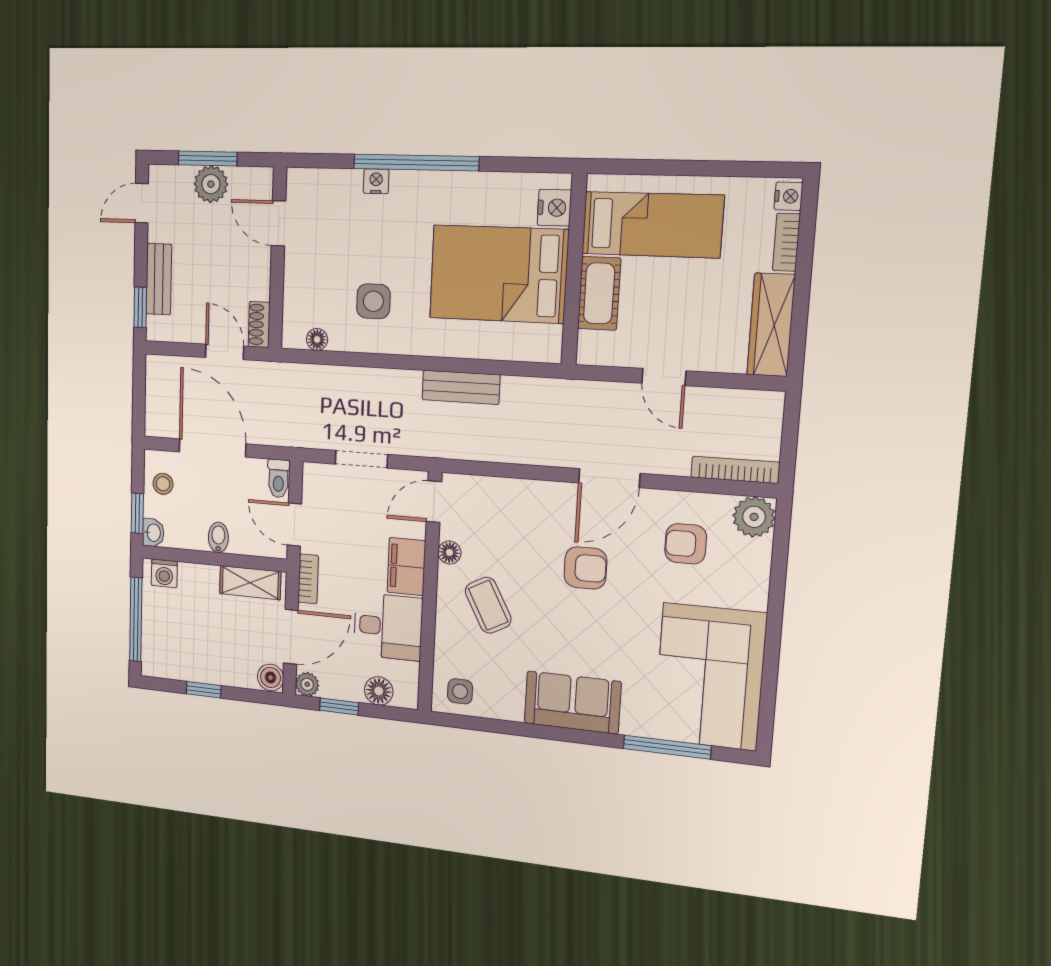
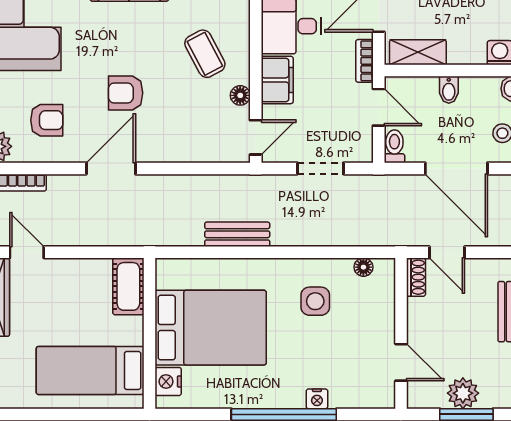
cot: (599, 293) -> (128, 286), moved
door: (664, 377) -> (27, 252), moved

